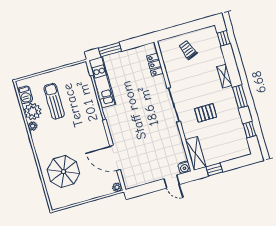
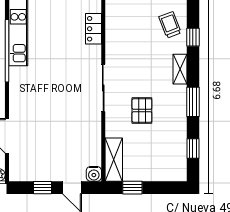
window: (224, 38) -> (193, 37), moved
trolley: (188, 50) -> (170, 25), moved
pallet: (206, 113) -> (142, 110), turned 90
window: (151, 187) -> (43, 188), added

